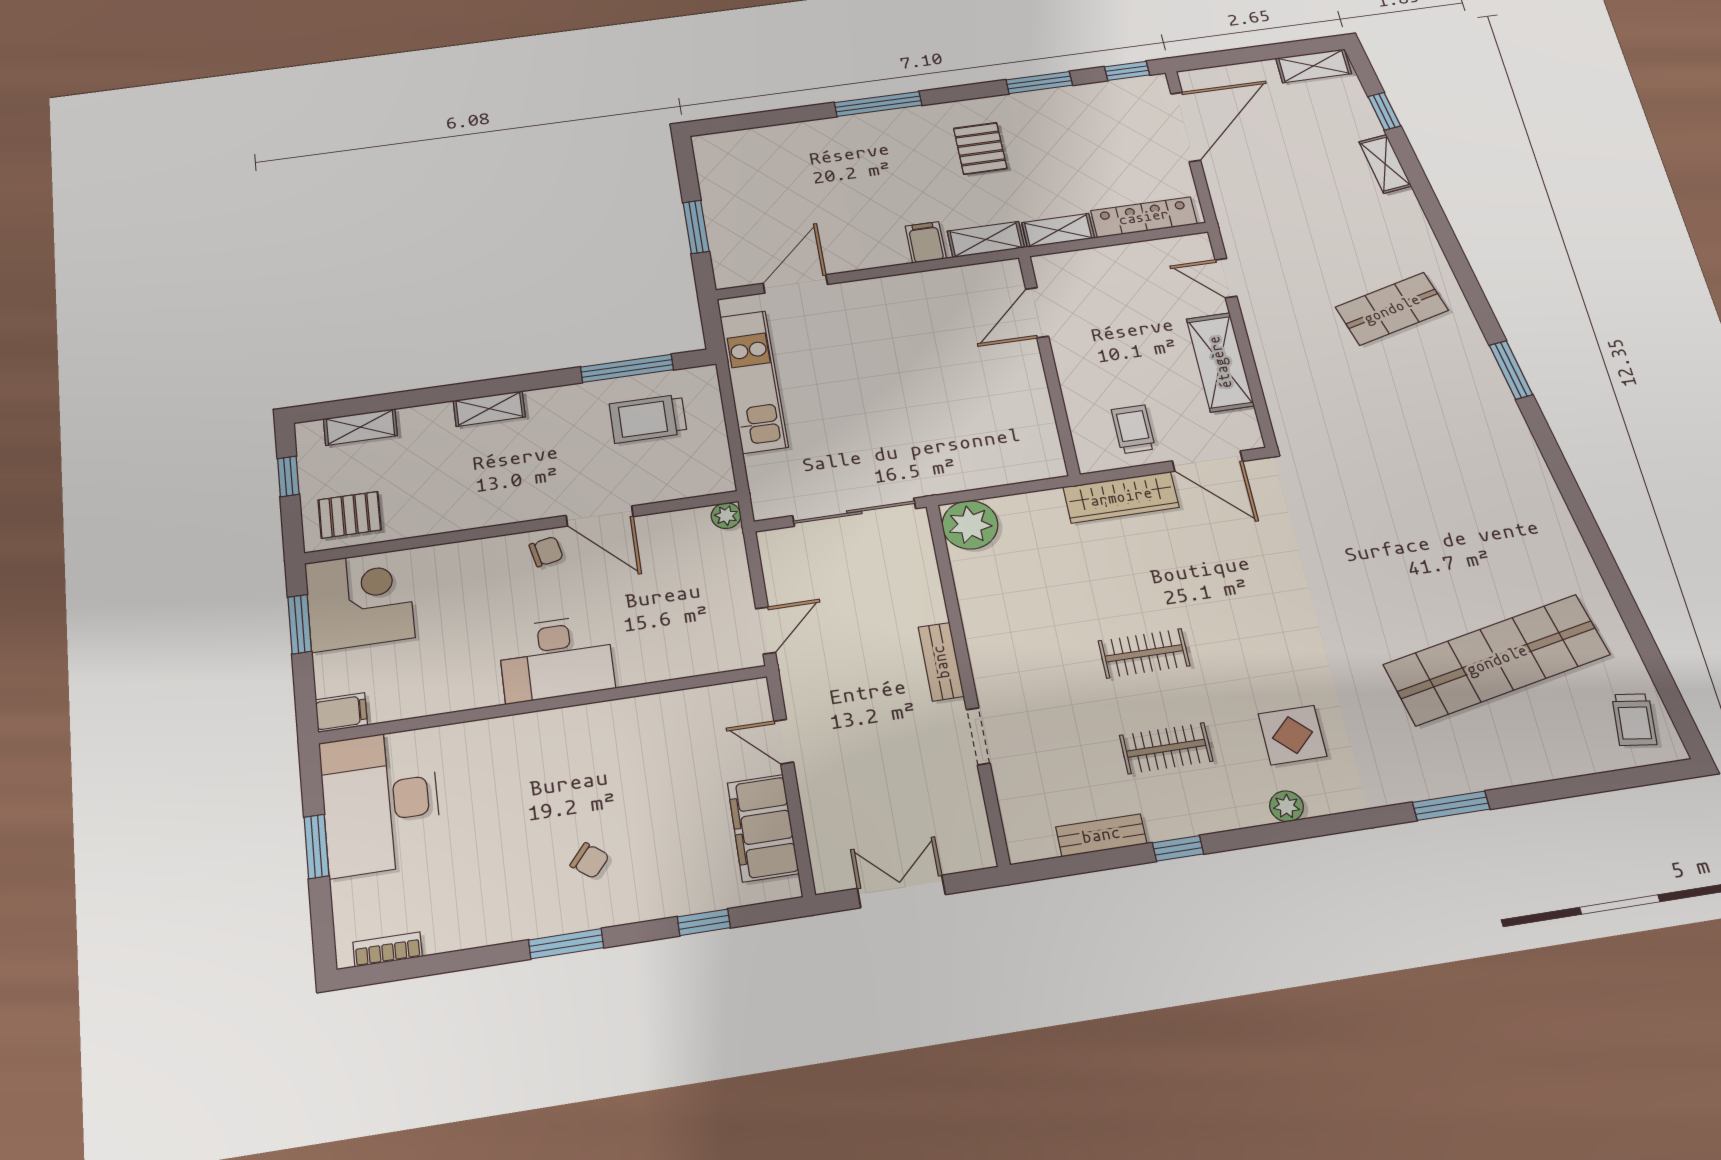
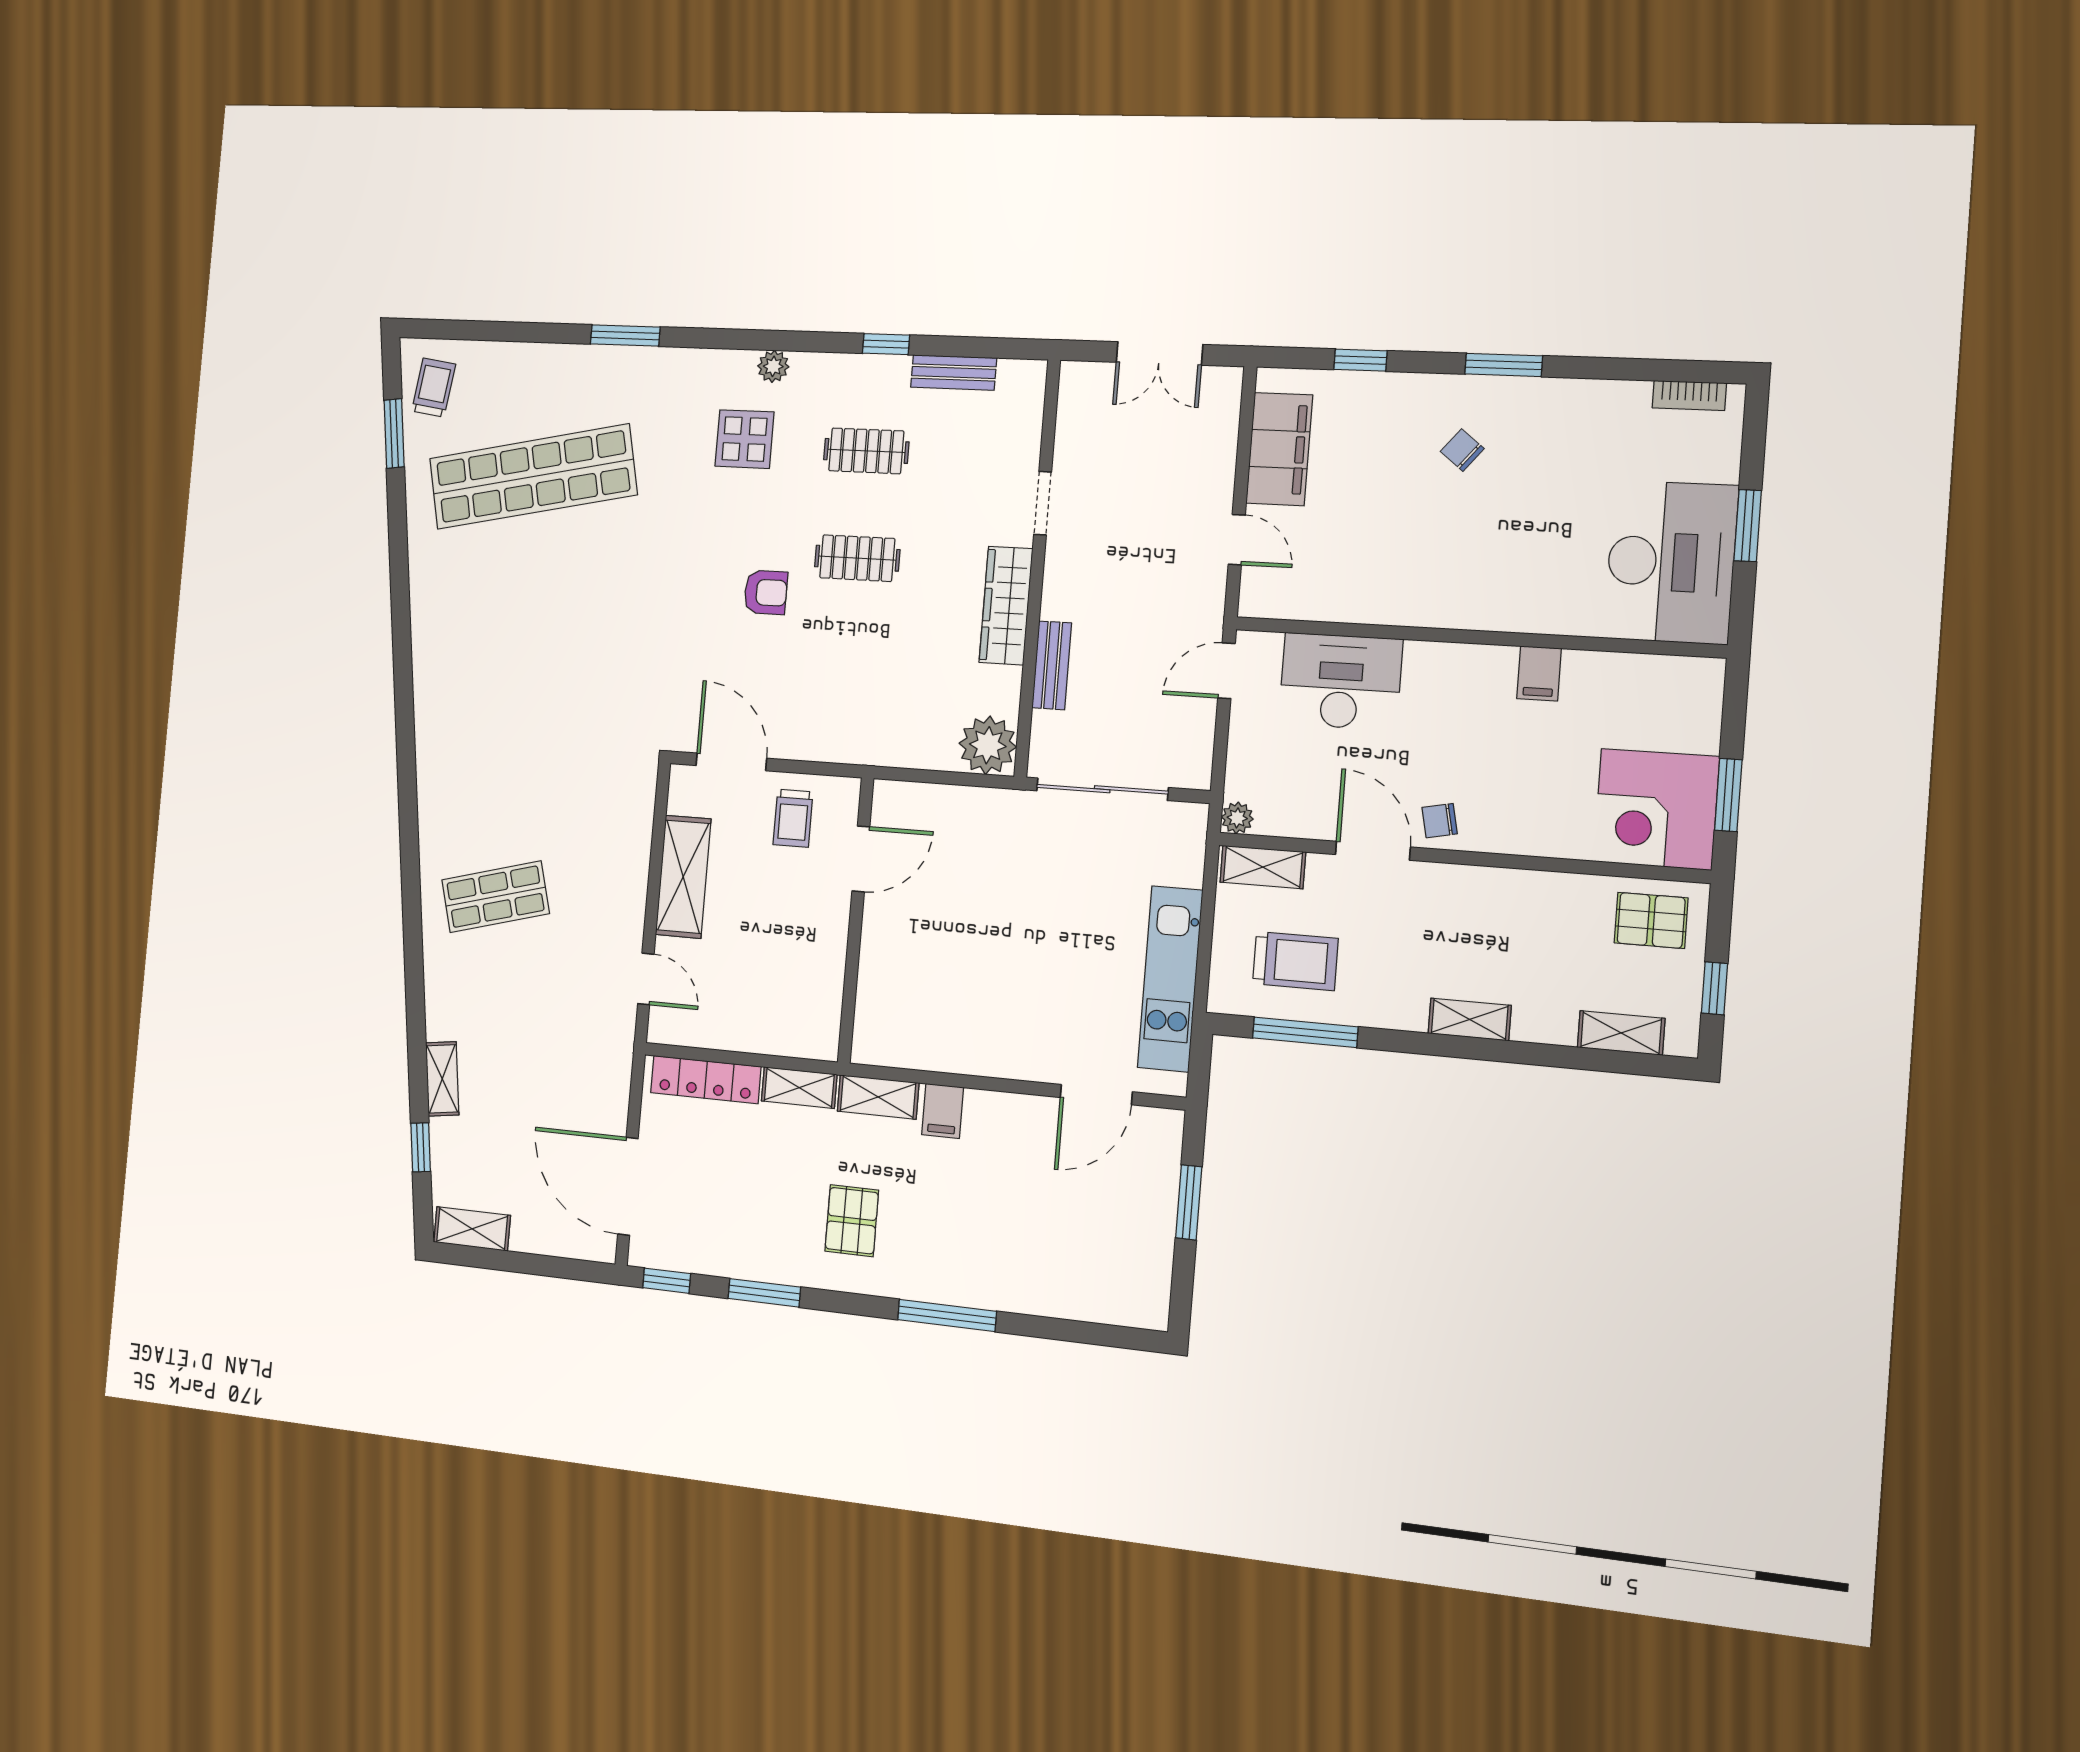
door: (1186, 127) -> (628, 1186), hinge flipped
door: (1037, 313) -> (861, 859), moved
window: (1511, 370) -> (394, 433), moved
shelving: (694, 483) -> (1263, 867), added
wardrobe: (1121, 497) -> (1006, 606), moved, turned -90
armchair: (1224, 606) -> (766, 592), added
desk: (556, 658) -> (1341, 681), moved
bench: (941, 662) -> (1052, 665), moved
filing cabinet: (341, 713) -> (1539, 673), moved, turned -90

